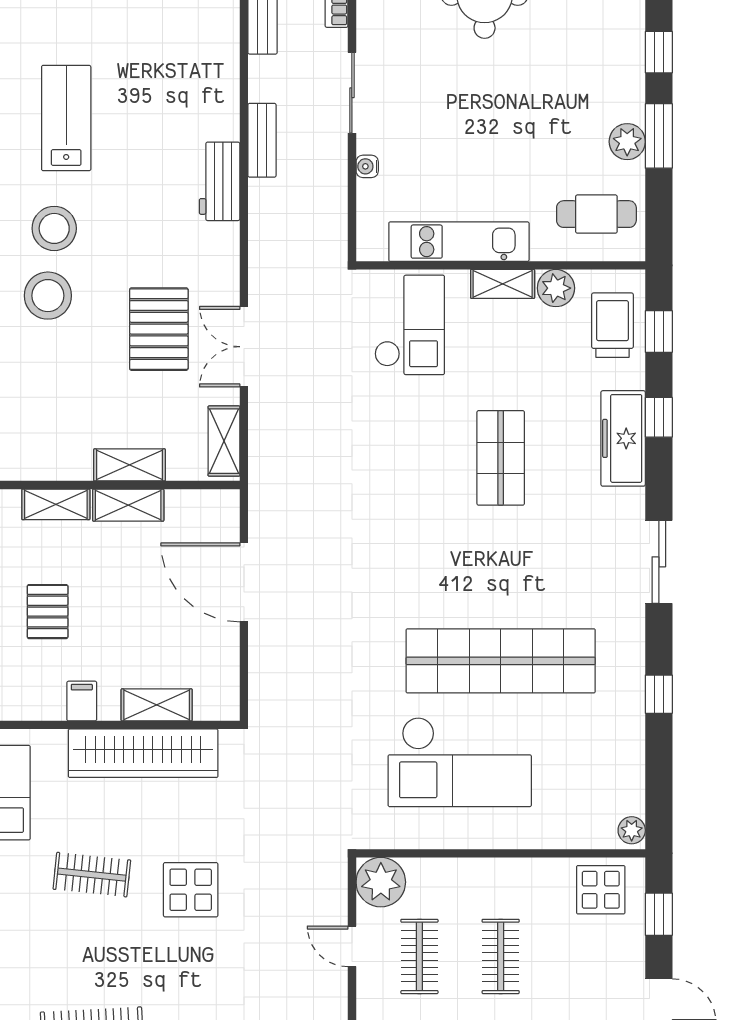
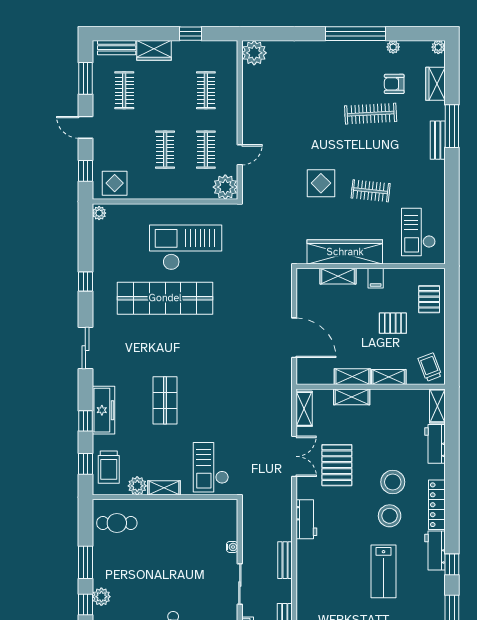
plant: (627, 142) -> (101, 597), moved
workbench: (220, 181) -> (306, 519), moved
kitchen unit: (459, 242) -> (186, 509), removed
pallet: (48, 612) -> (393, 323), turned 90
door: (352, 946) -> (240, 155), hinge flipped

